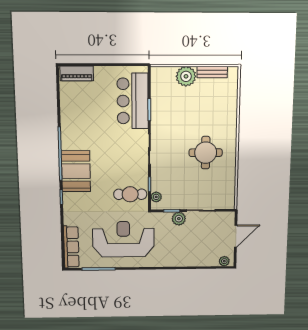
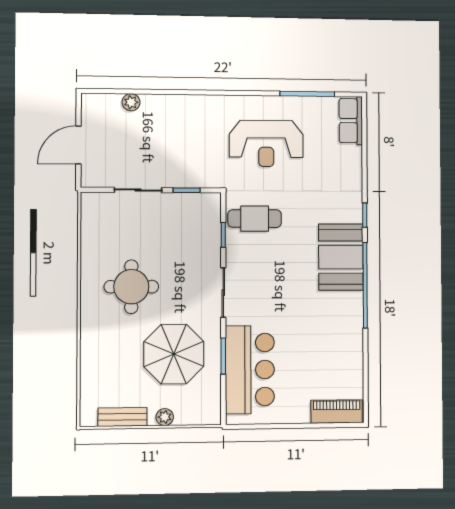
plant: (186, 76) -> (165, 417), width x0.53, depth x0.53
parasol: (180, 111) -> (174, 354), added
plant: (156, 197) -> (212, 214), removed
plant: (179, 219) -> (175, 177), removed
reception desk: (123, 239) -> (266, 143), width x0.74, depth x0.77
row of seats: (71, 247) -> (351, 121), width x0.68
plant: (224, 261) -> (131, 102), moved

